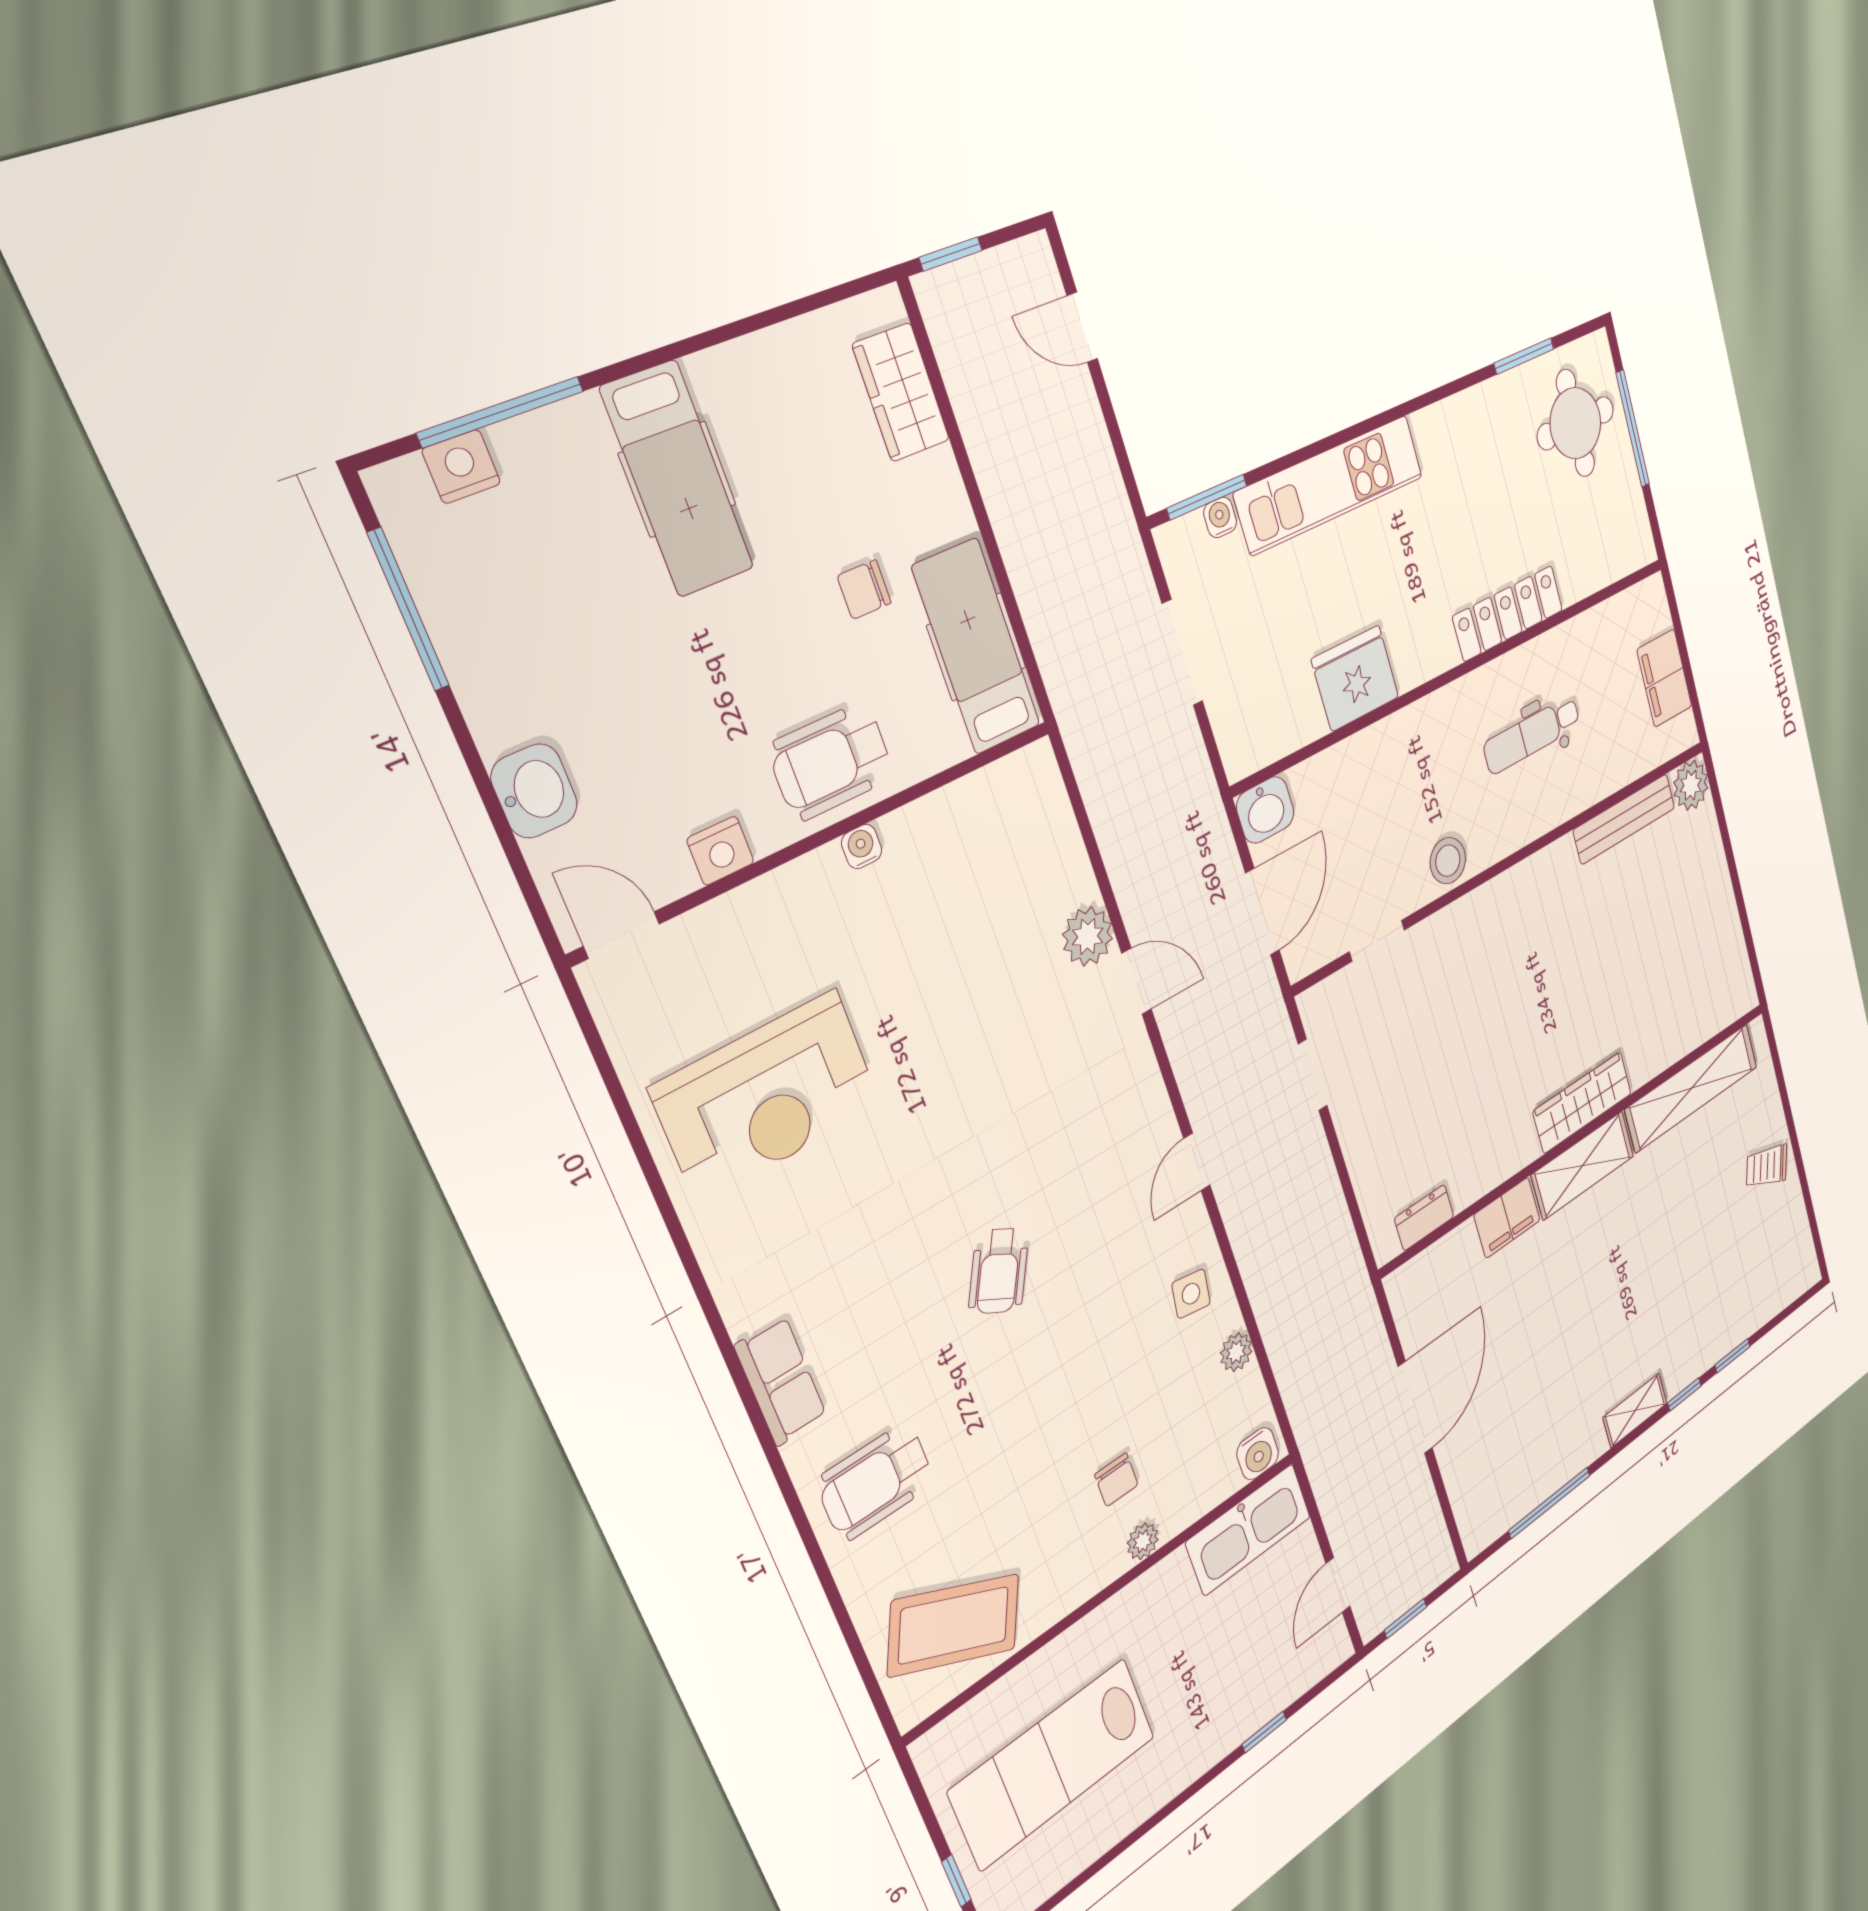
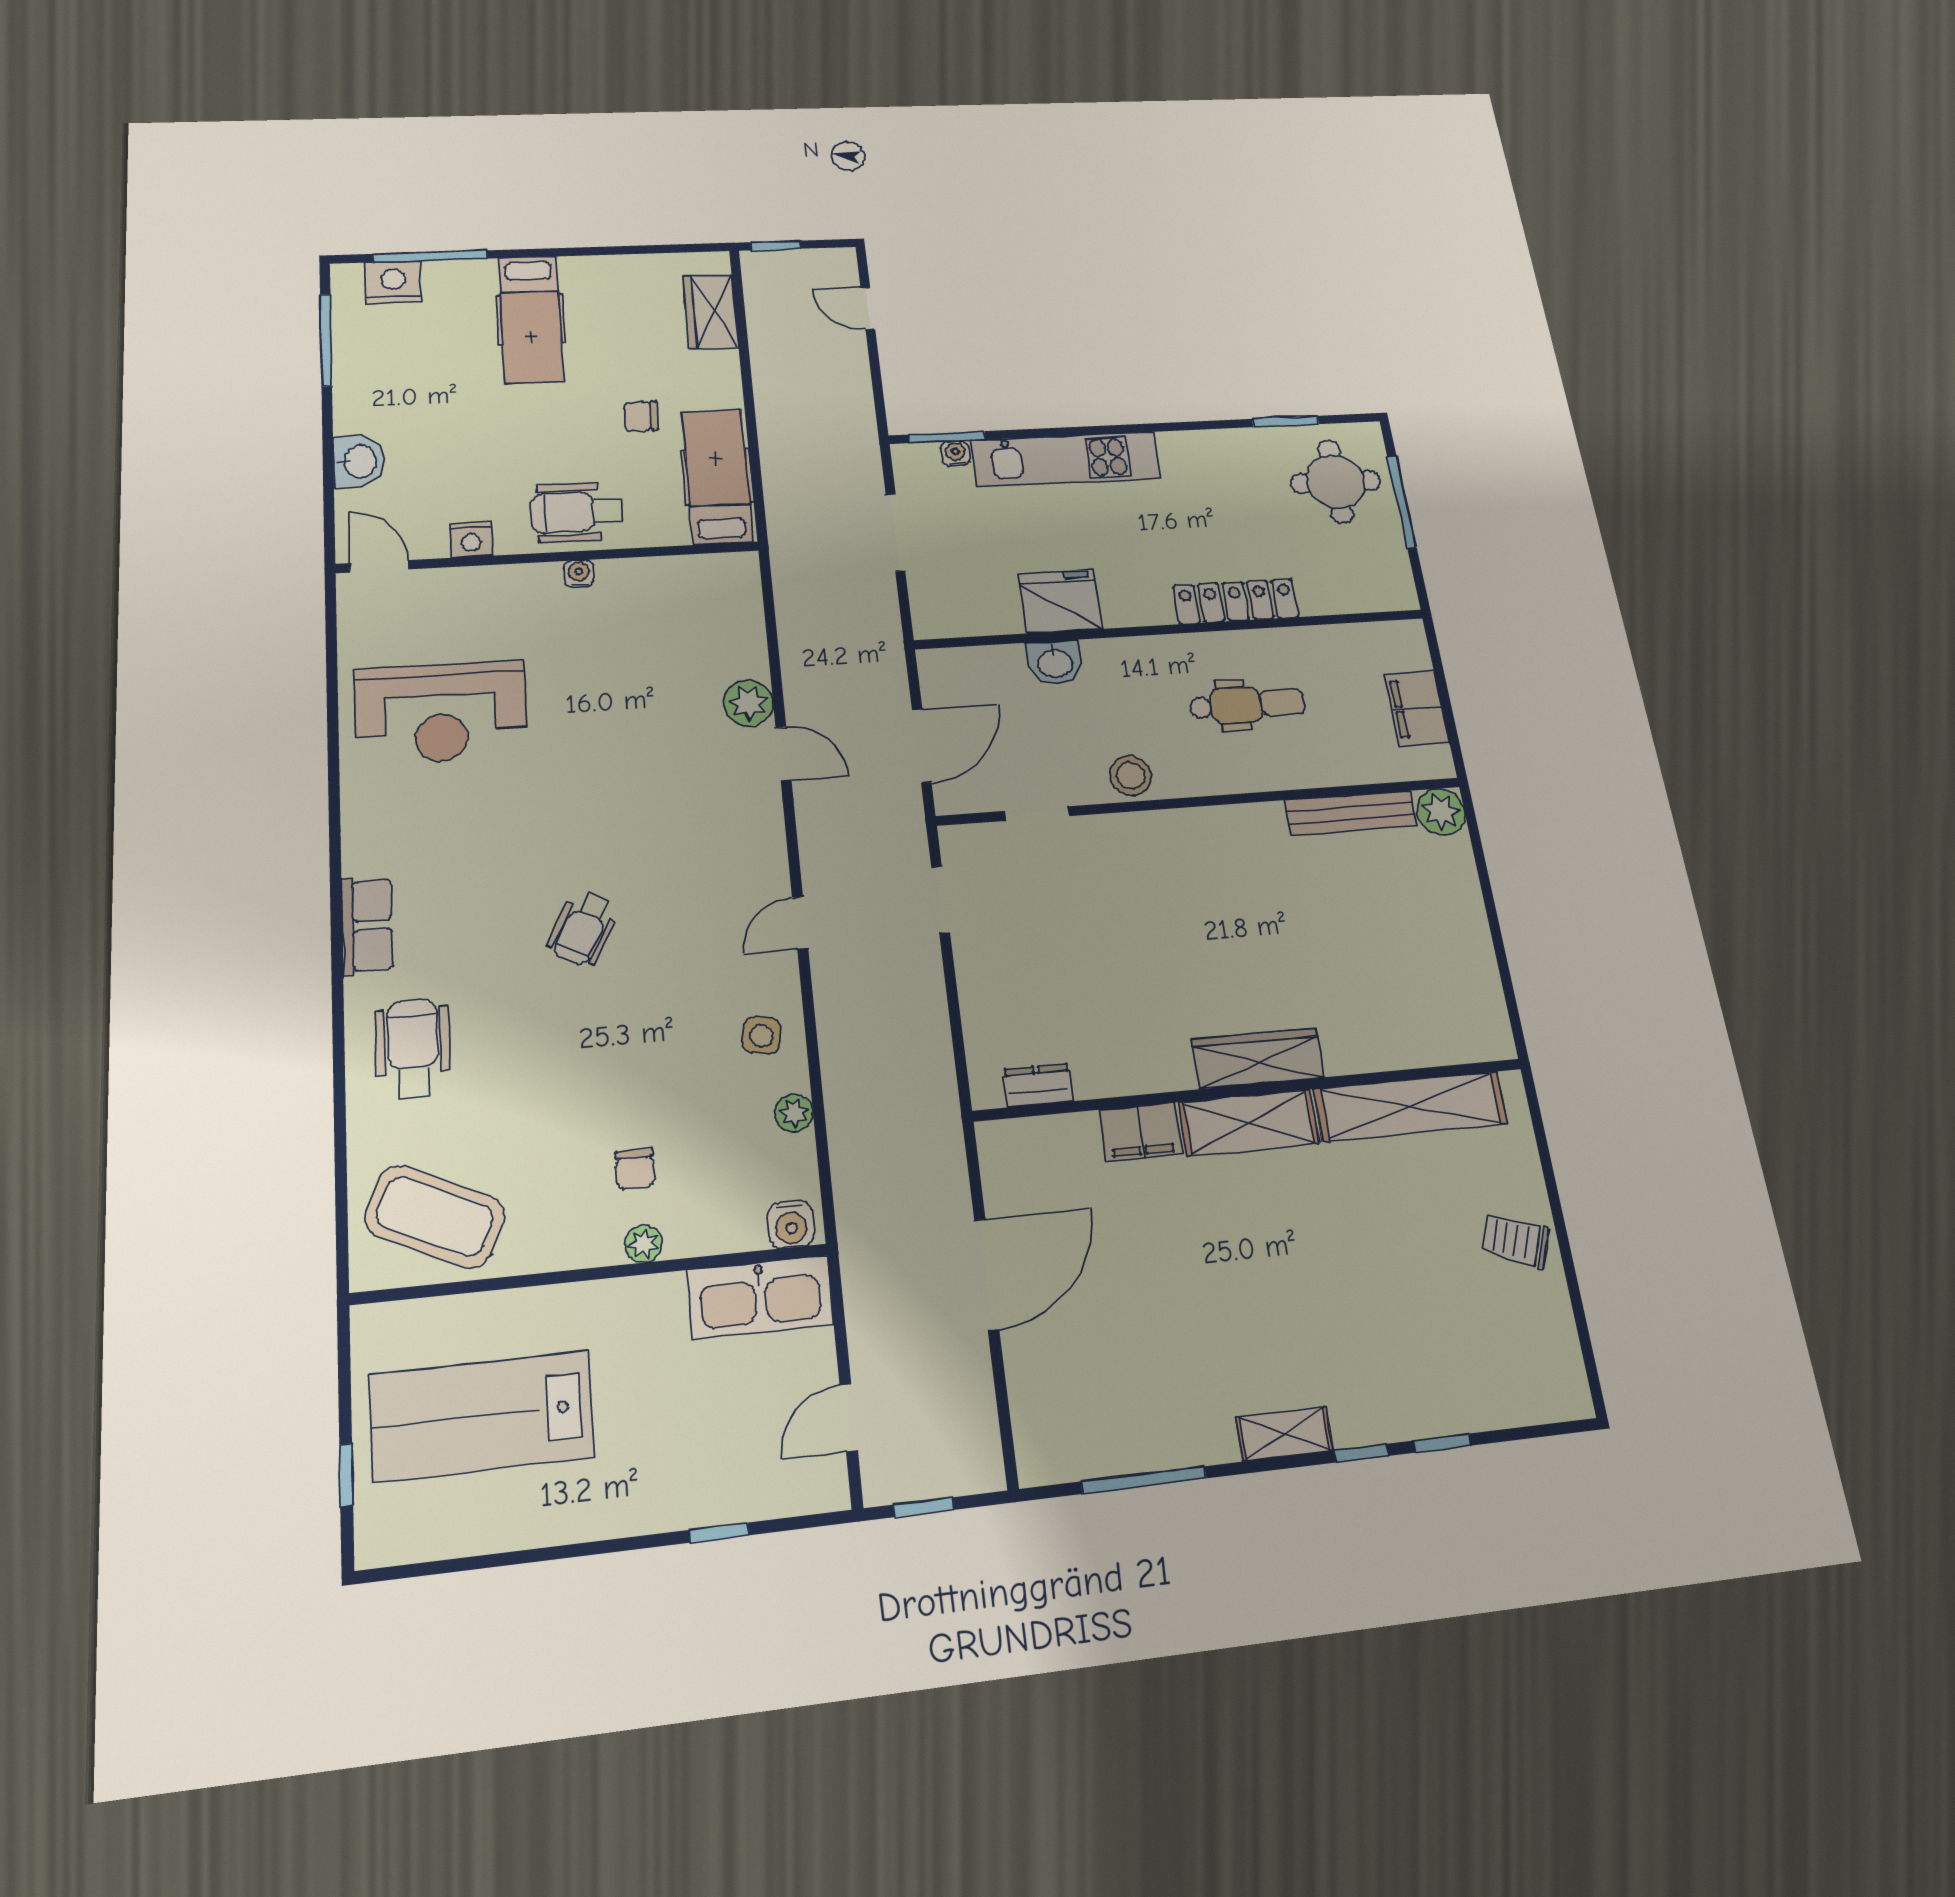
nightstand: (461, 467) -> (393, 282), width x1.36, depth x1.33
dental chair: (1532, 735) -> (1247, 705), turned 180
washbasin: (1265, 810) -> (1055, 662), moved
wheelchair: (876, 1482) -> (413, 1048), turned 90

